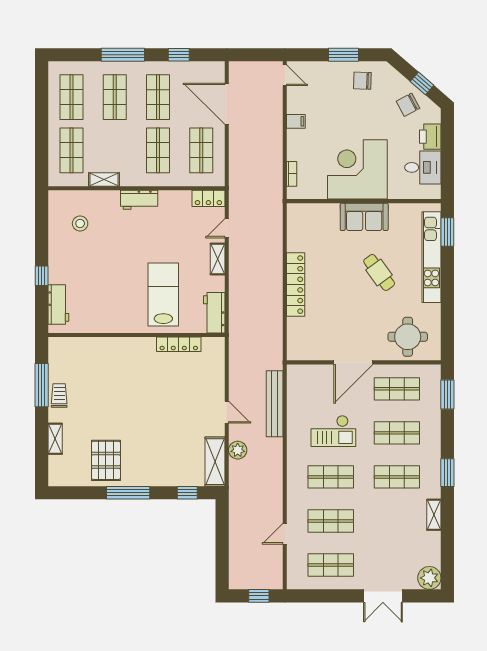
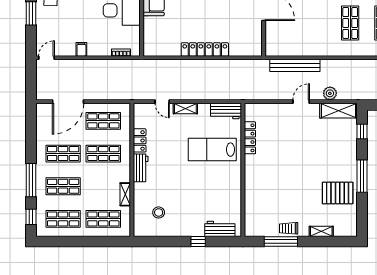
window: (179, 55) -> (31, 217), moved
locker: (208, 198) -> (140, 140), moved
checkout: (333, 431) -> (315, 21), removed

